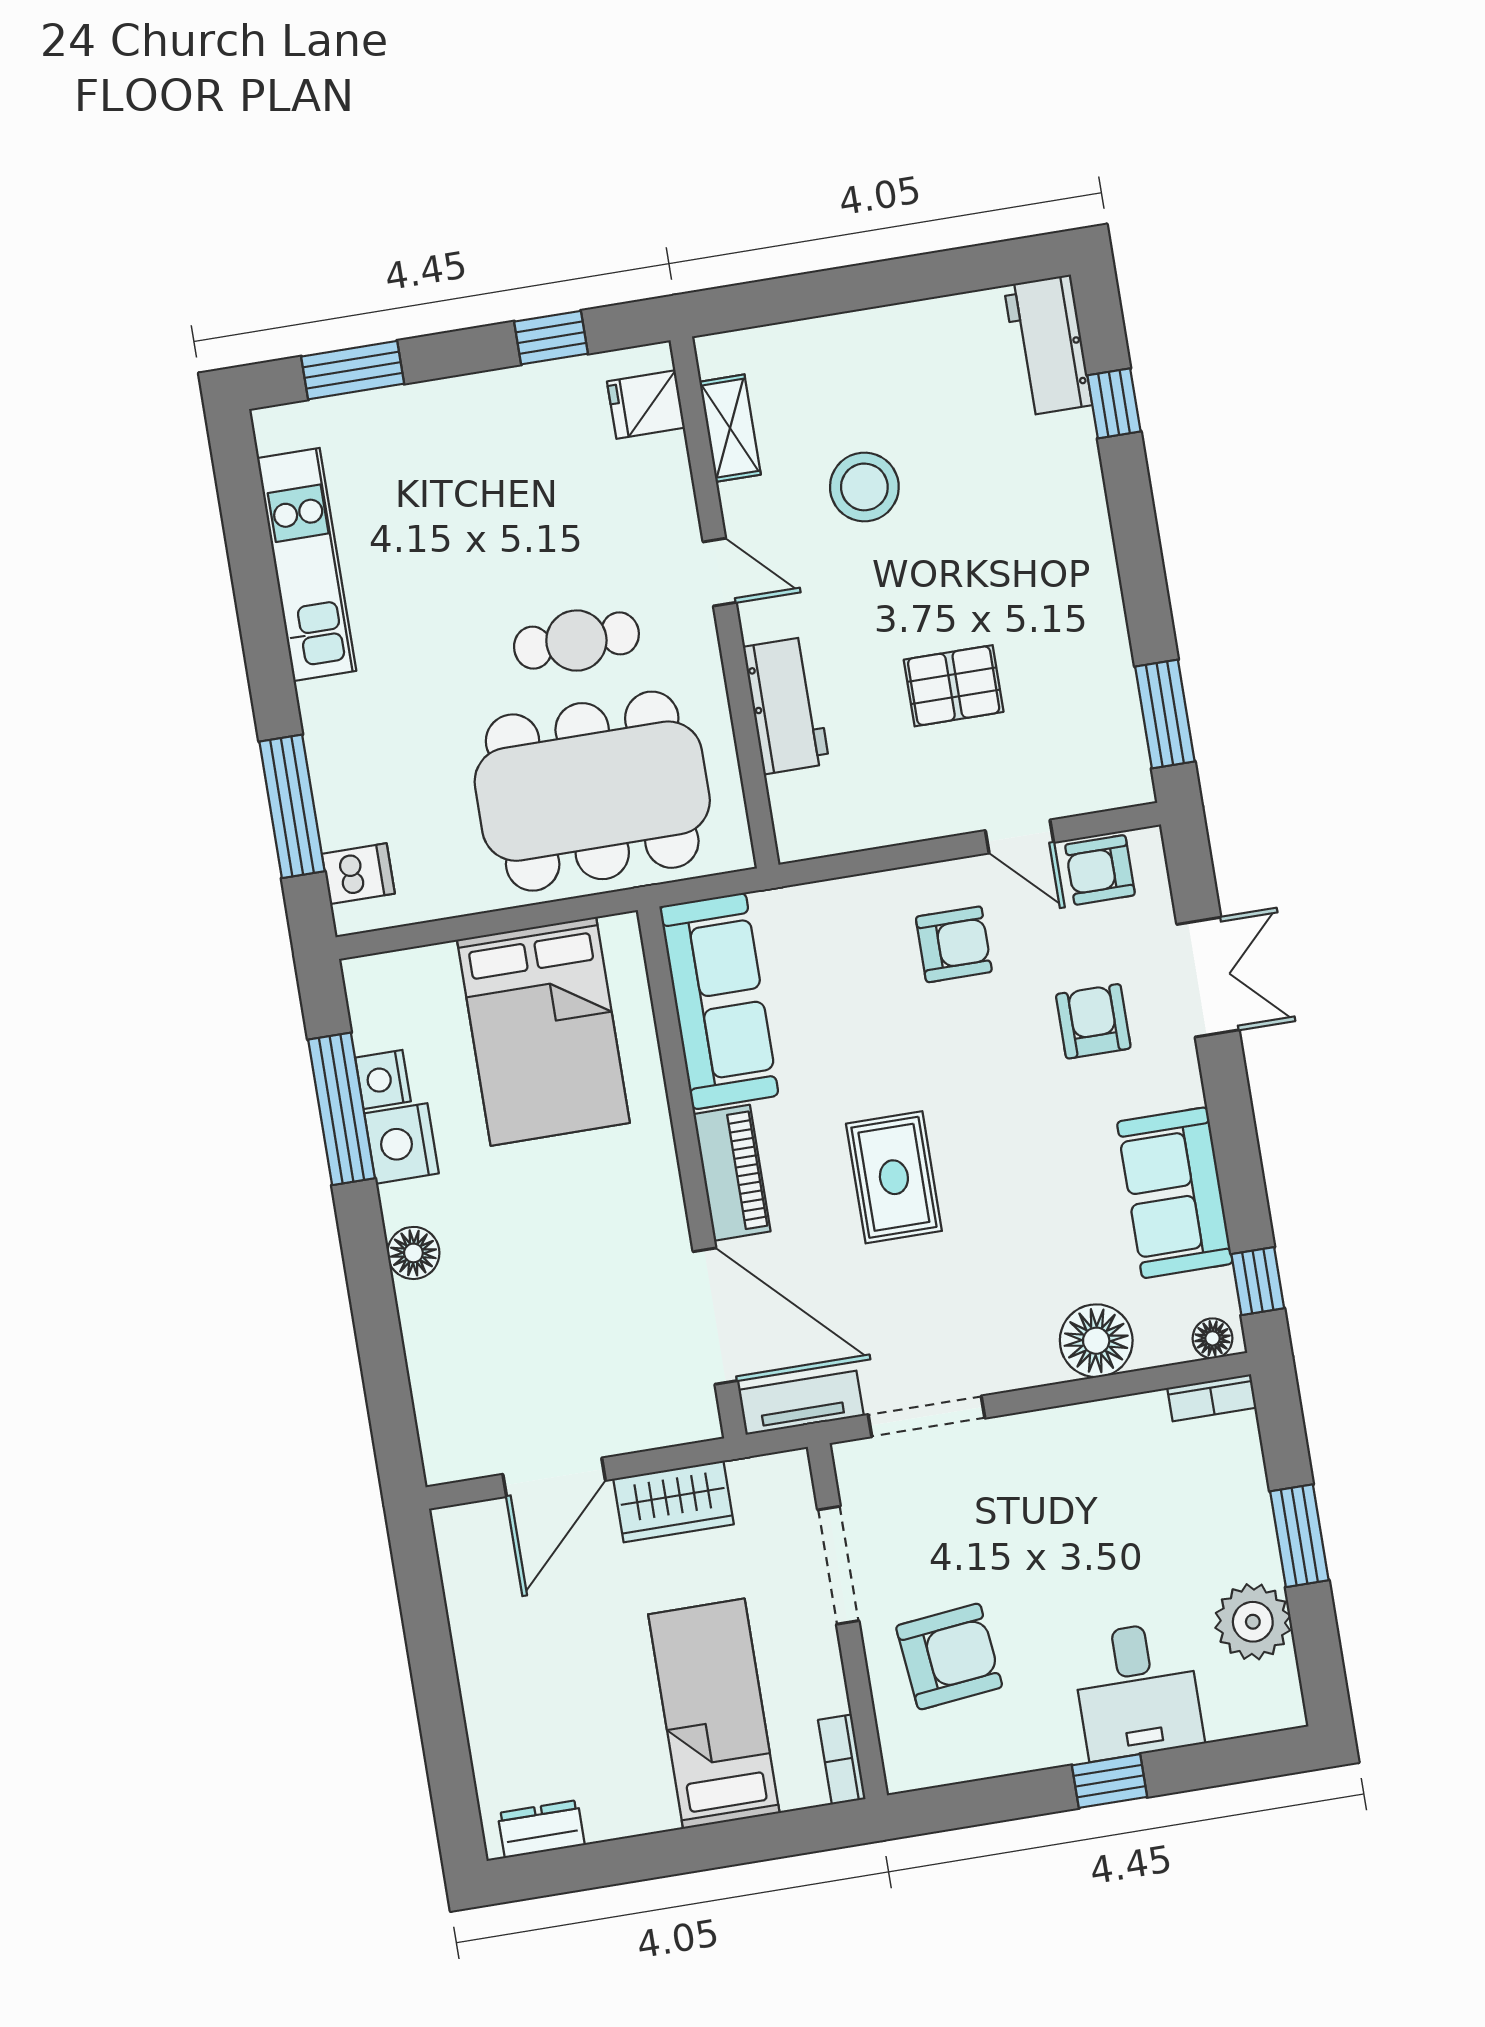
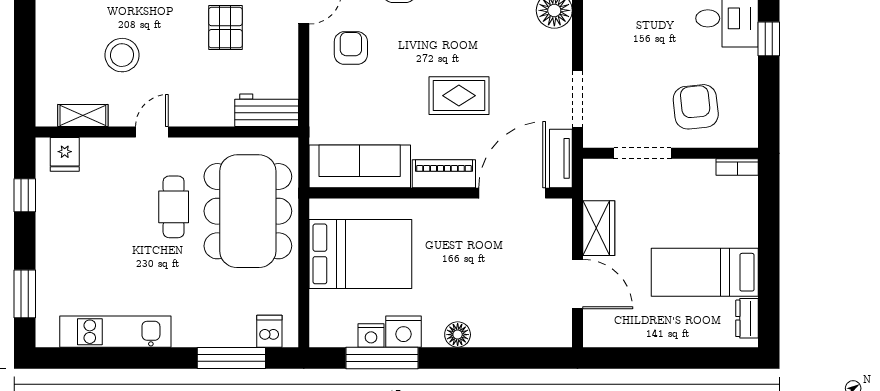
workbench: (786, 705) -> (267, 110), moved
bed: (714, 1714) -> (705, 272), moved

